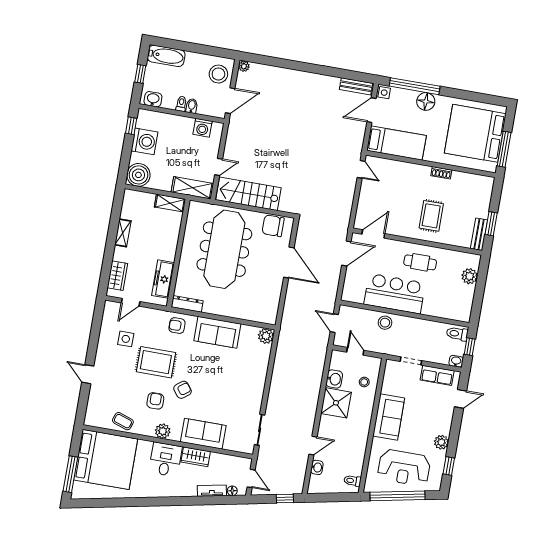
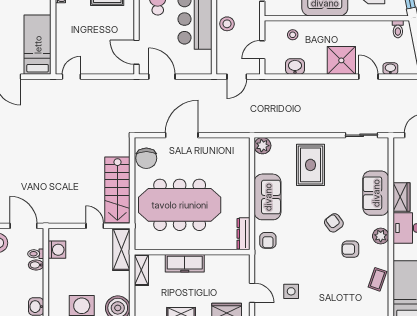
toilet: (181, 104) -> (36, 254), moved
freezer: (163, 279) -> (185, 263), moved
rug: (156, 362) -> (310, 165), moved
shower: (336, 403) -> (341, 60), moved

